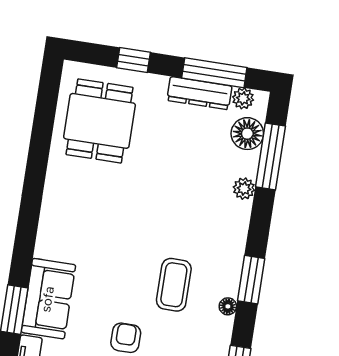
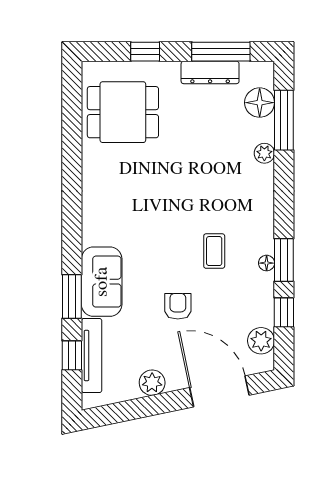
plant: (243, 98) -> (251, 71), removed
dining table: (100, 121) -> (123, 112), turned 90
window: (251, 280) -> (284, 260), moved
coffee table: (174, 285) -> (214, 251), width x0.73, depth x0.77

